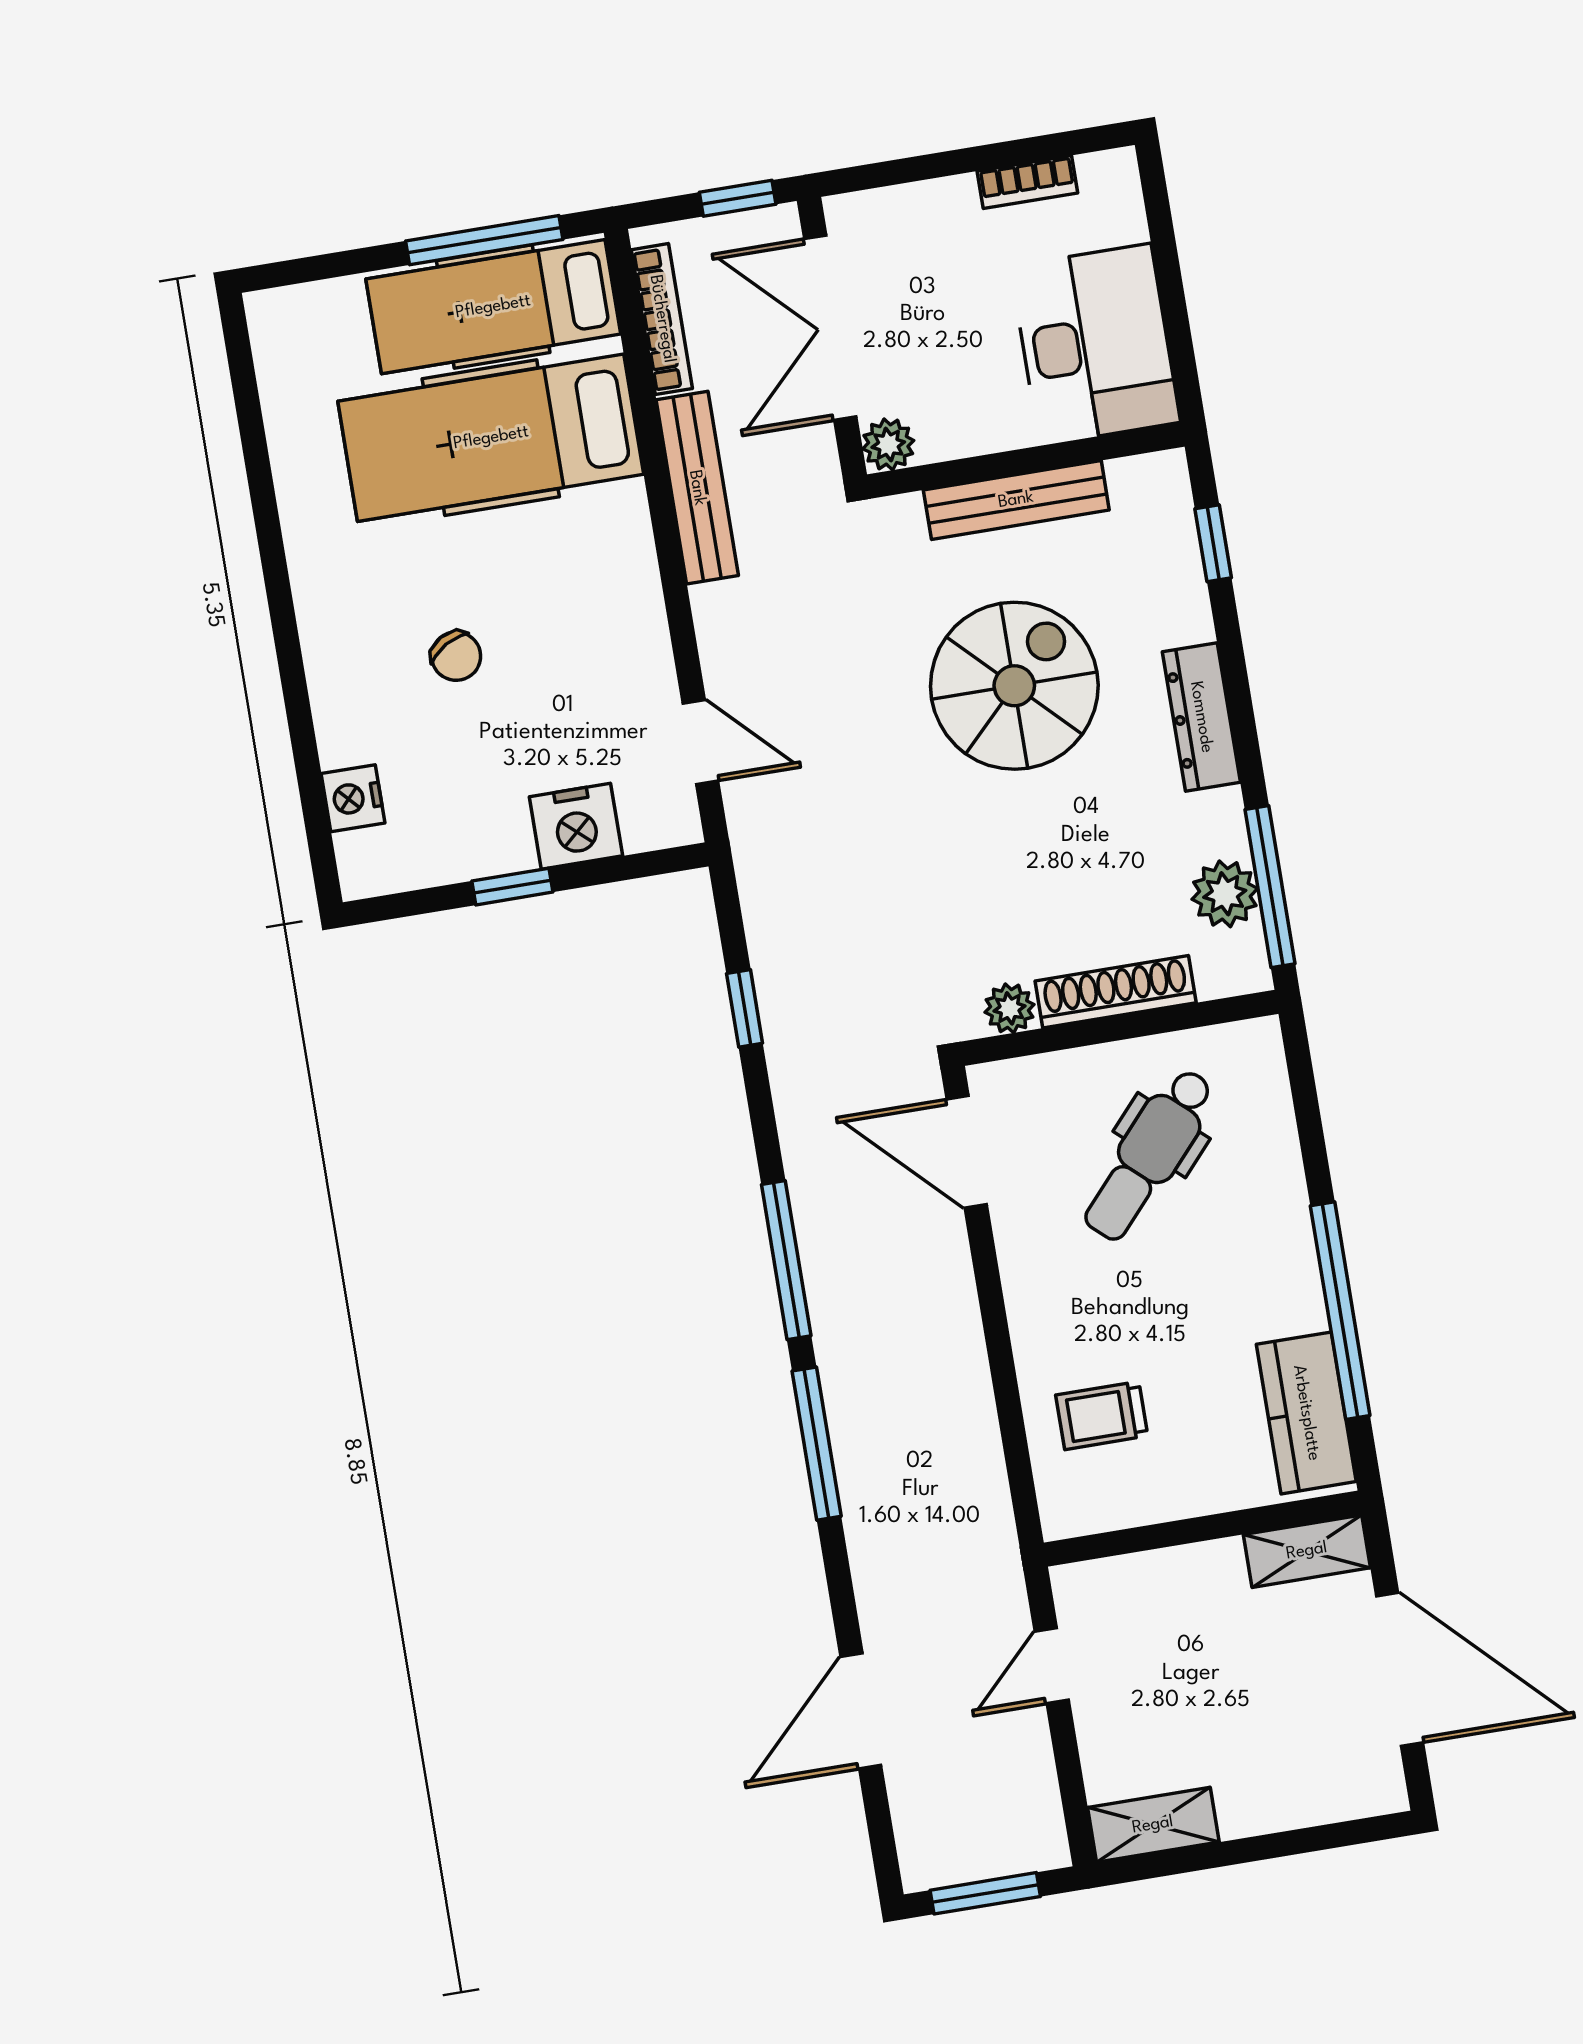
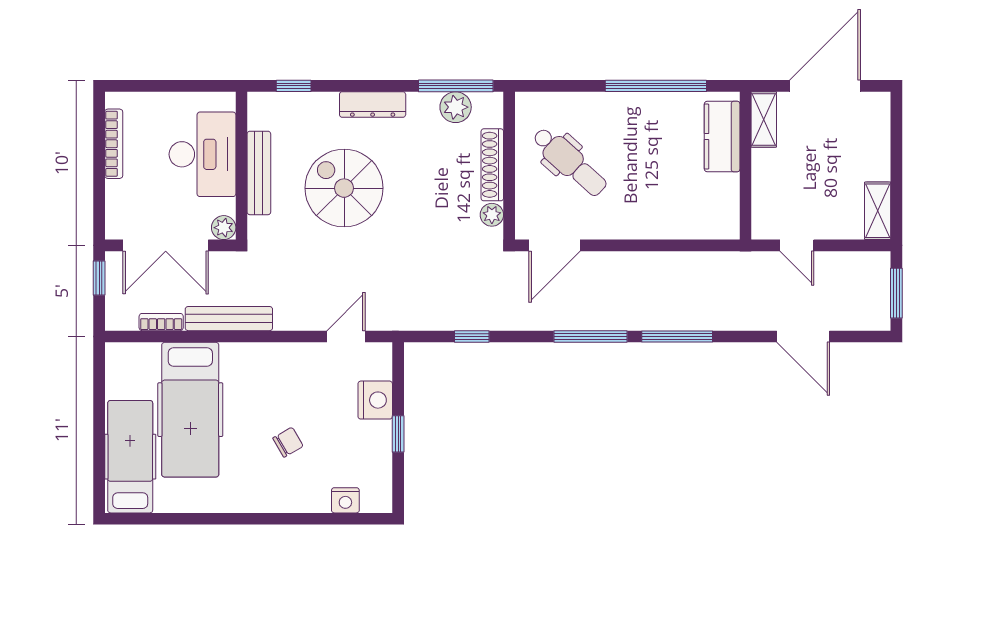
bookcase: (1027, 182) -> (114, 144), width x1.56
window: (484, 240) -> (99, 398), removed
hospital bed: (493, 307) -> (130, 457), moved, turned 180
bookcase: (662, 319) -> (161, 322), width x0.64
desk: (1095, 344) -> (202, 154), moved, turned 90
kitchen counter: (1306, 1413) -> (722, 137), moved, turned 90
trolley: (1102, 1415) -> (686, 203), removed

